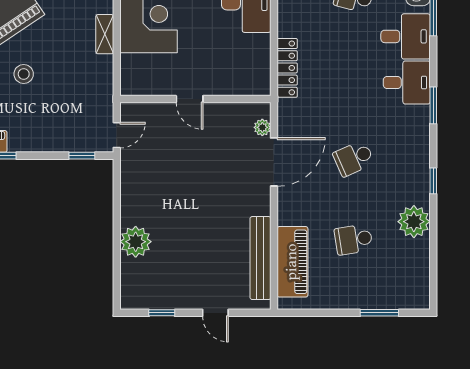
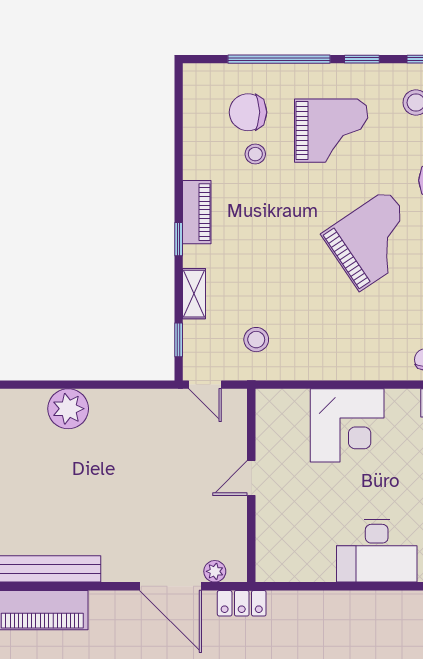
shelving: (105, 34) -> (194, 294), moved, turned 90
locker: (287, 68) -> (242, 603), moved, width x0.66
stool: (24, 74) -> (256, 340), moved

